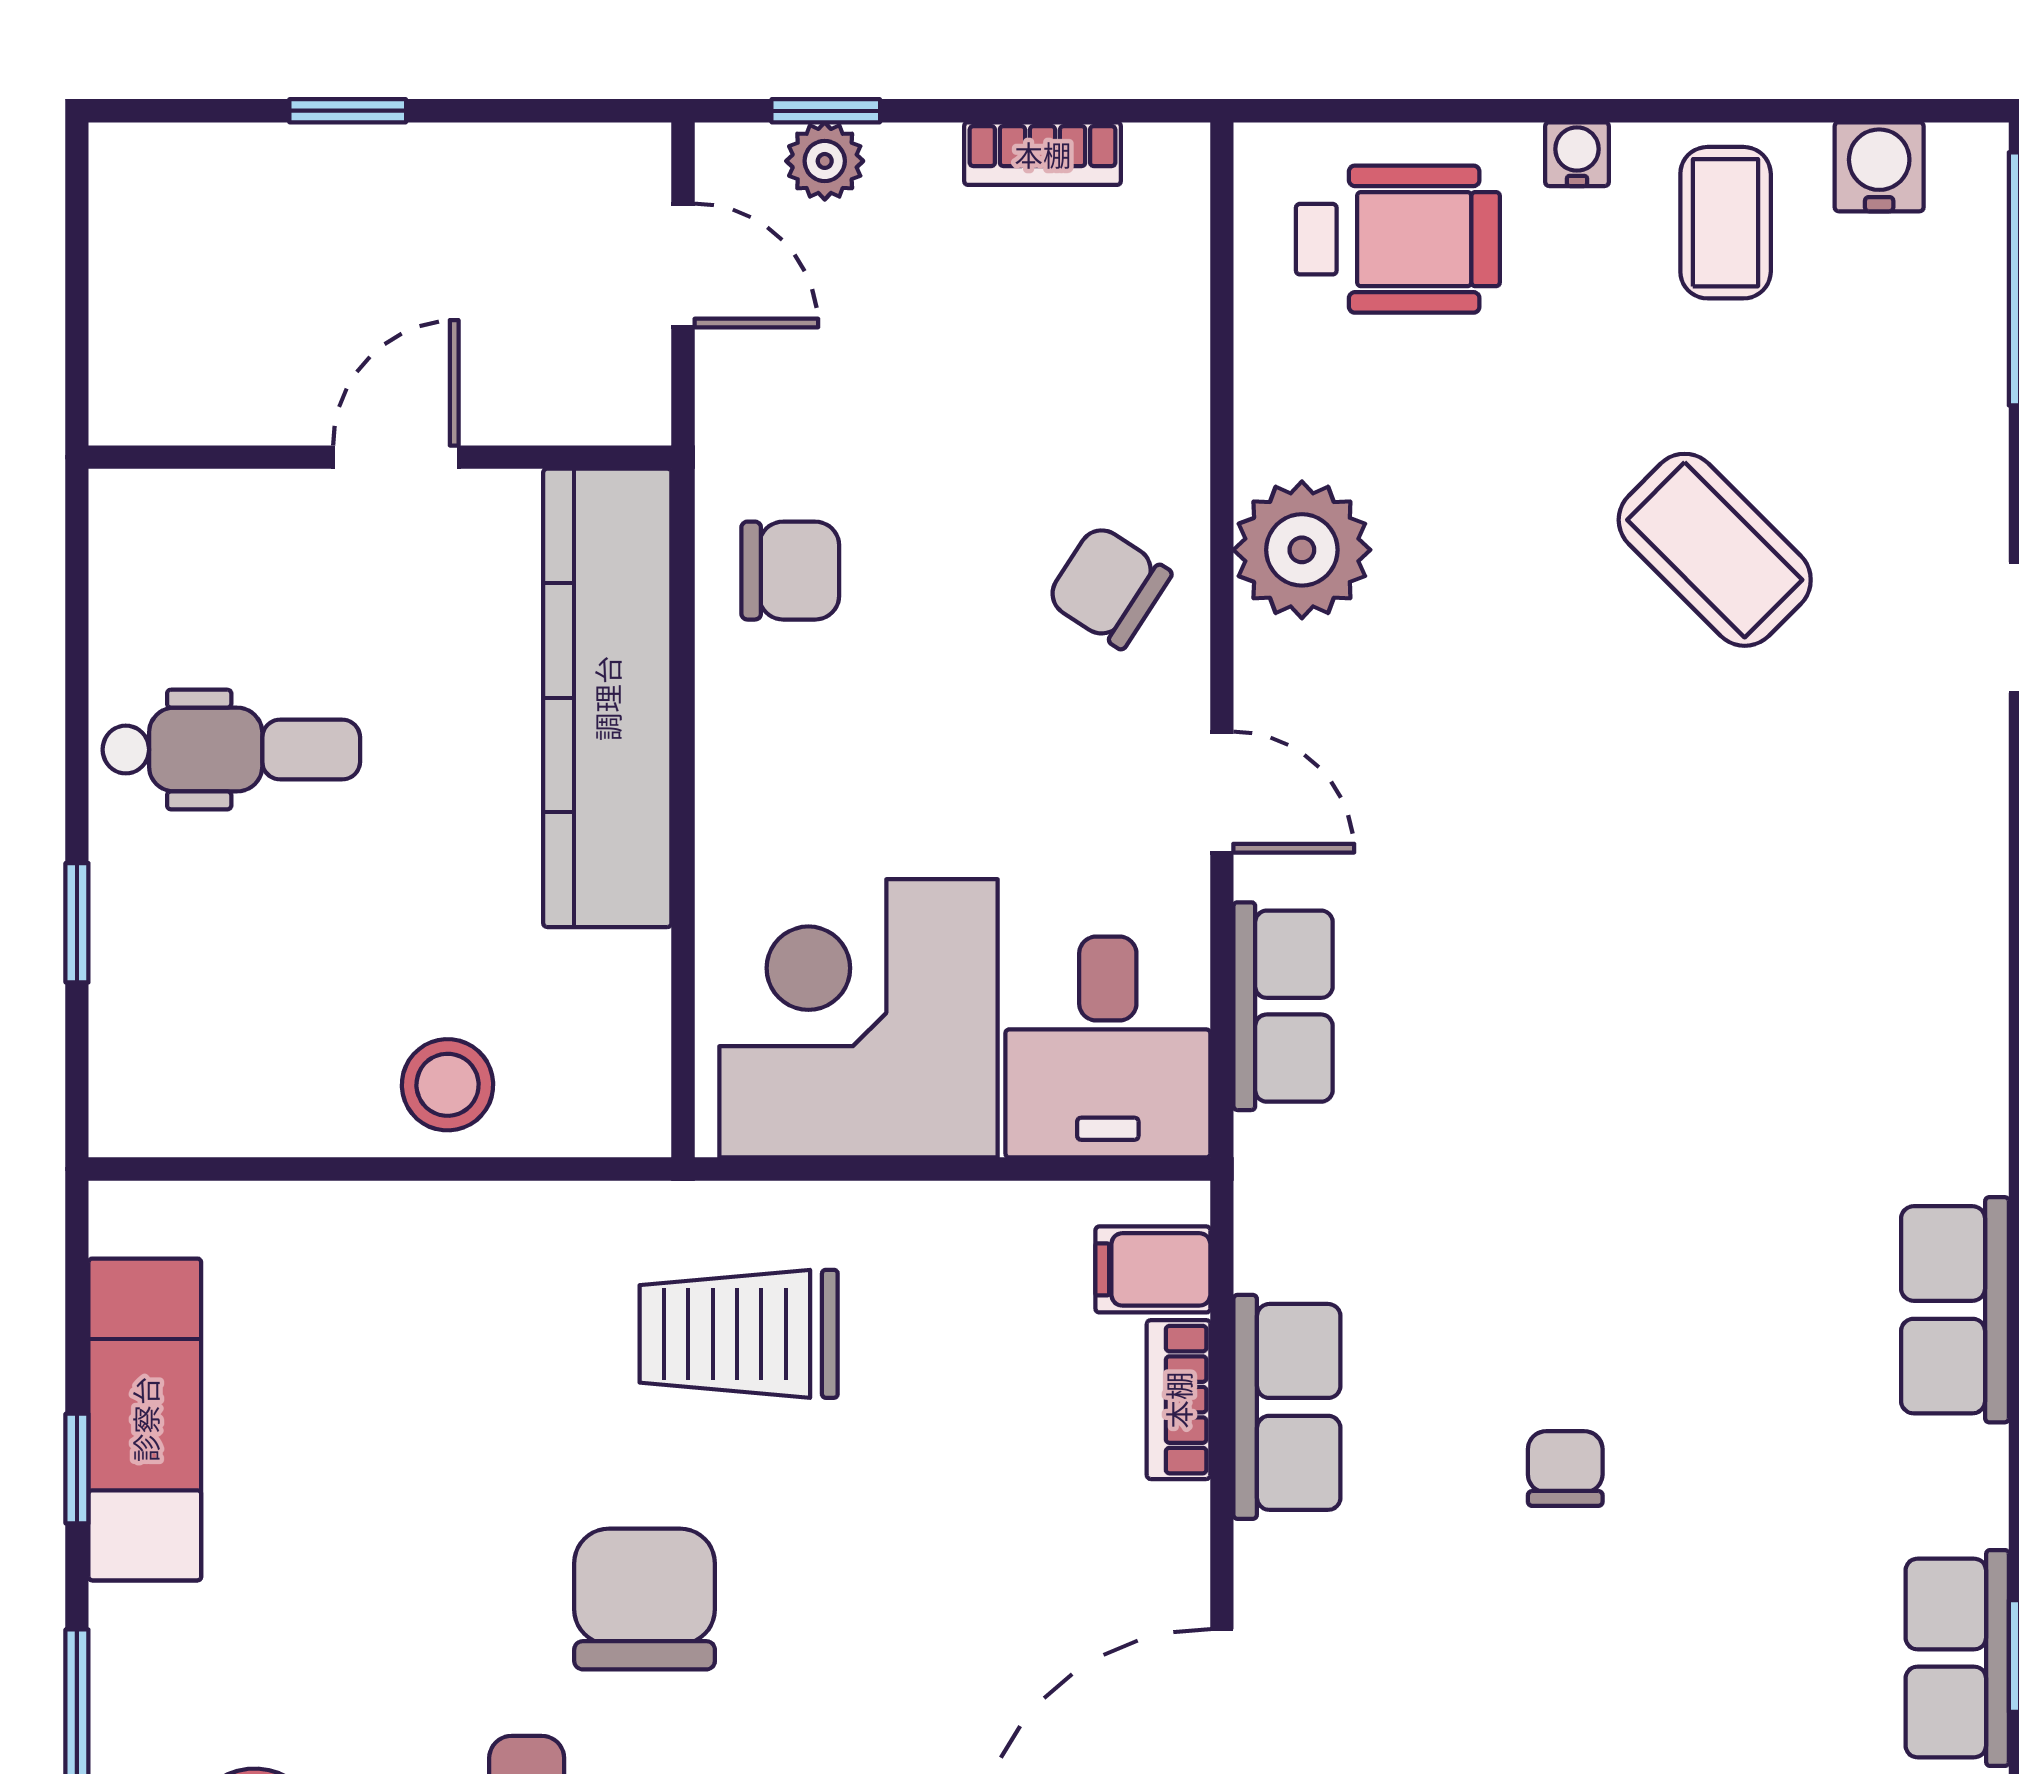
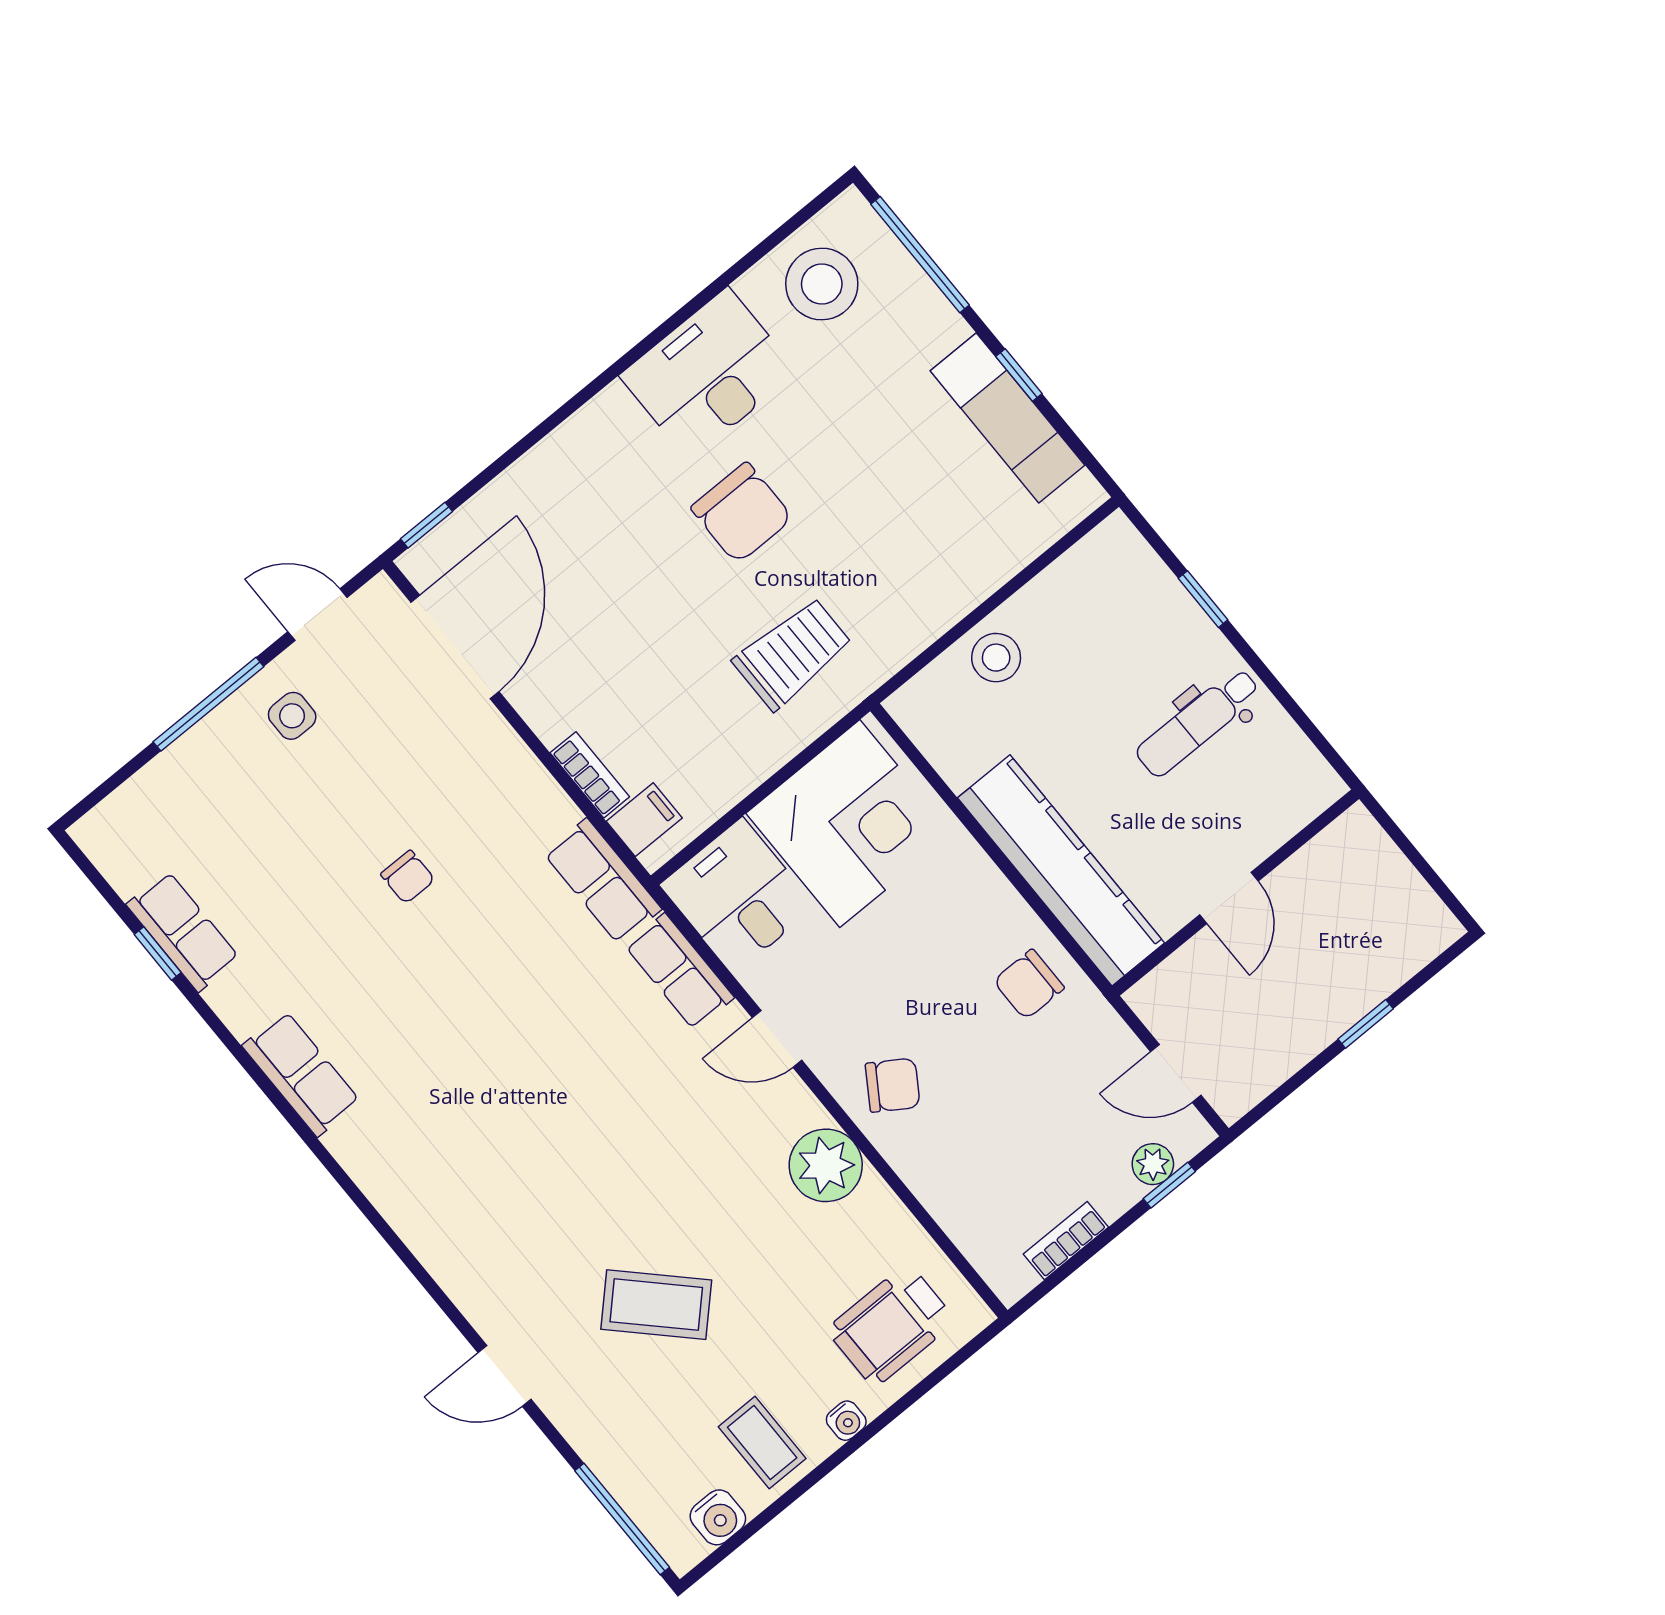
row of seats: (1287, 1407) -> (603, 881), moved

